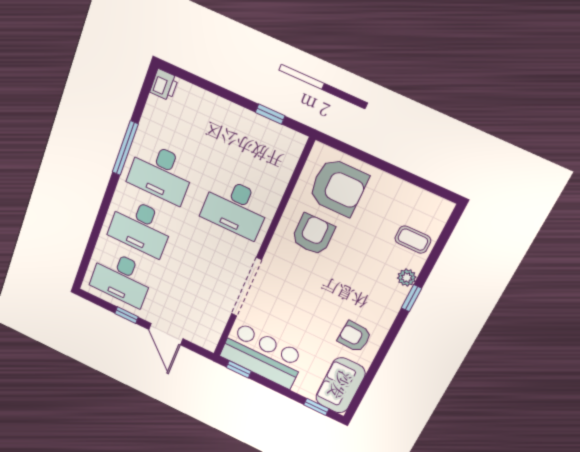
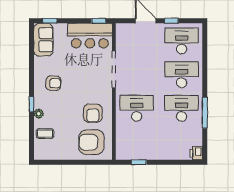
armchair: (354, 337) -> (53, 83), moved

